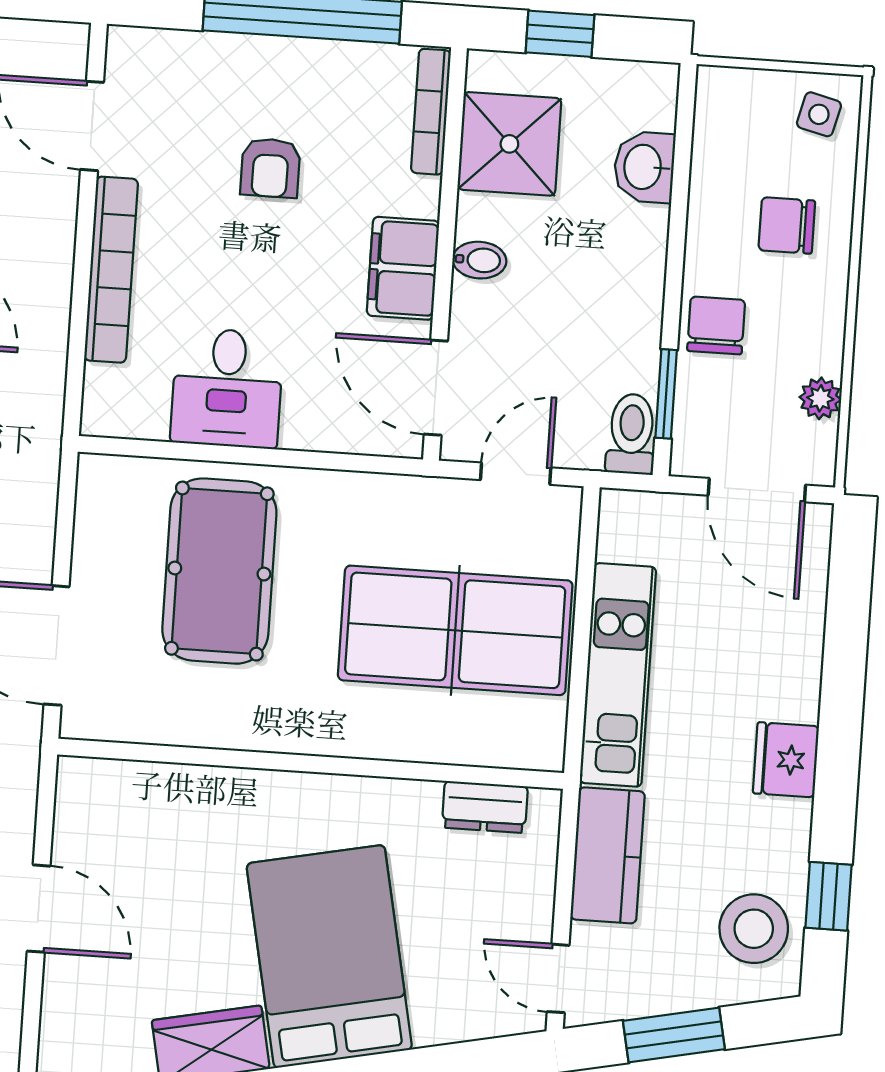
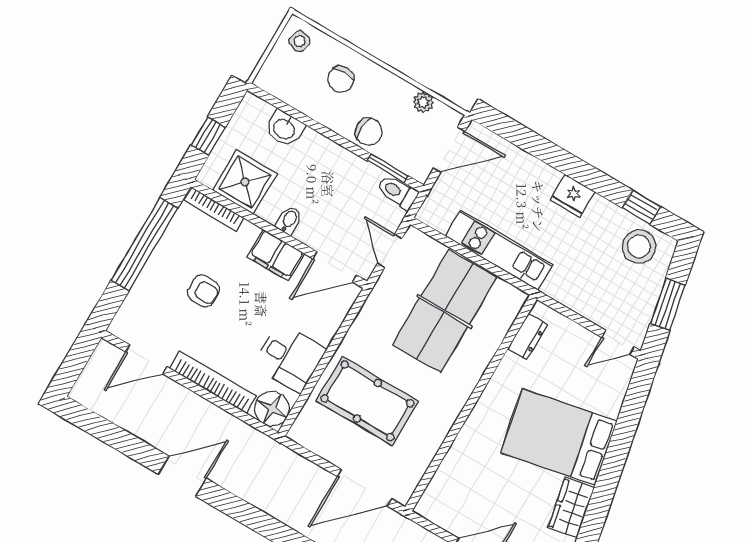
chair: (716, 325) -> (369, 132), turned 180
floor lamp: (117, 402) -> (272, 409), added
kitchen counter: (608, 855) -> (575, 294), removed

